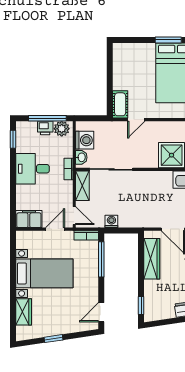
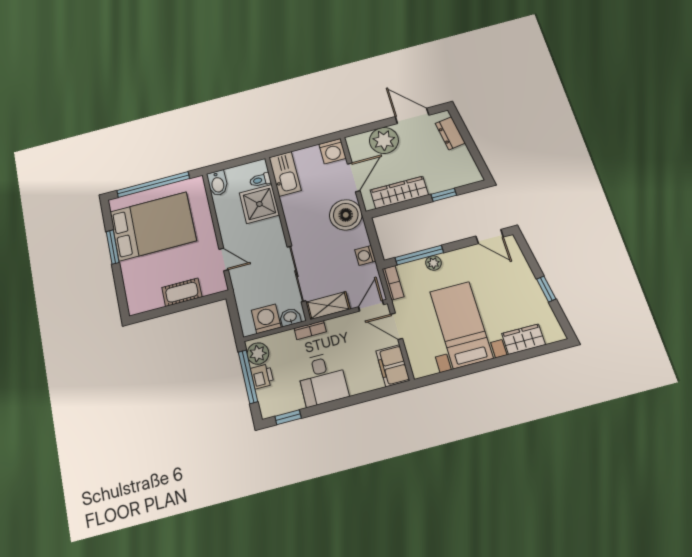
cot: (120, 104) -> (182, 292), moved
boiler: (146, 216) -> (346, 215), added
plant: (93, 268) -> (433, 263), added
window: (141, 305) -> (444, 195), moved

